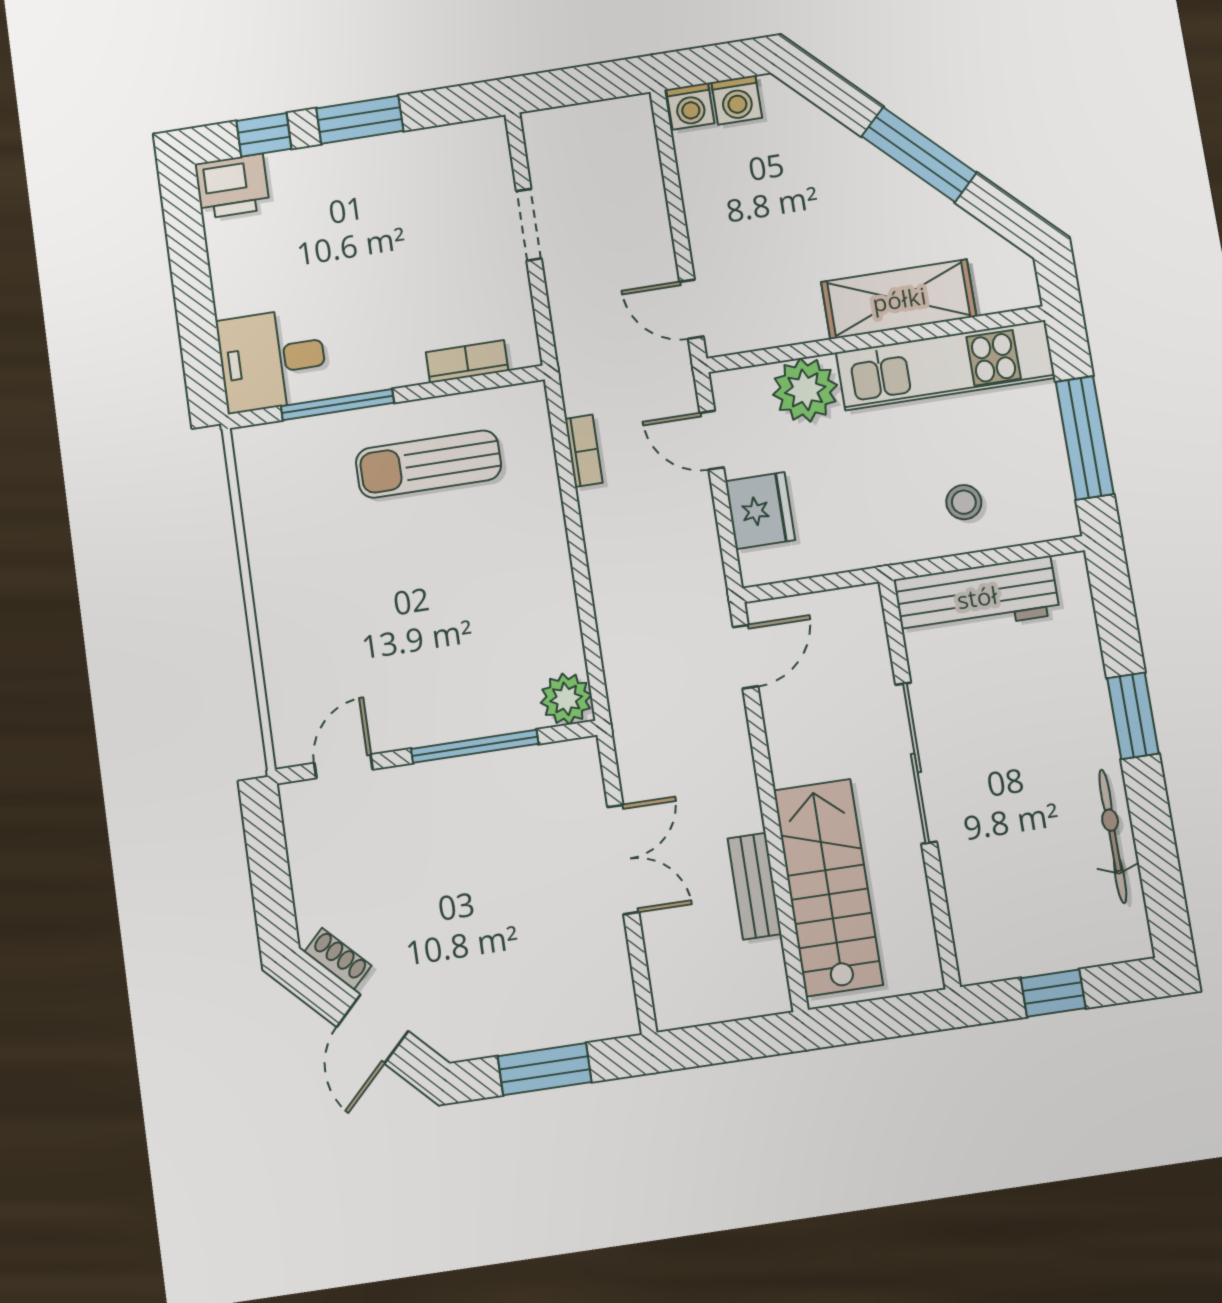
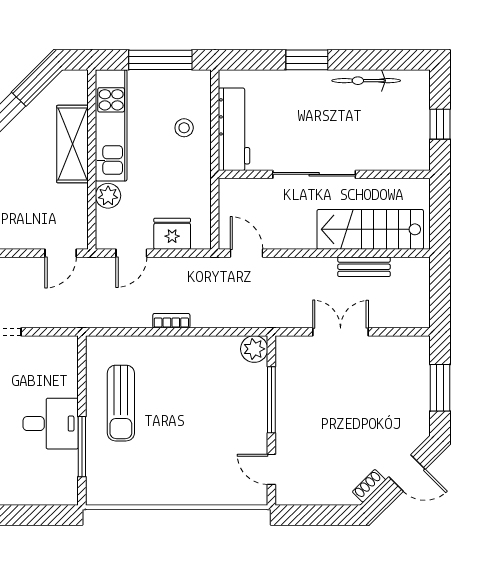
desk: (272, 360) -> (51, 424), moved, turned -90
bookcase: (467, 361) -> (70, 375), removed
plant: (805, 390) -> (108, 196), width x0.73, depth x0.73
bookcase: (584, 451) -> (171, 321), moved

